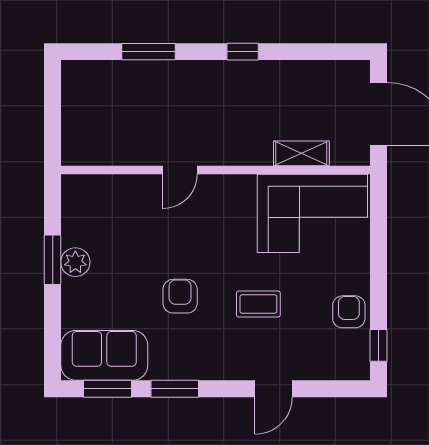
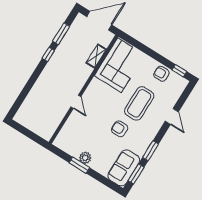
window: (148, 52) -> (61, 34), moved
coffee table: (258, 304) -> (139, 103), width x1.86, depth x1.72

